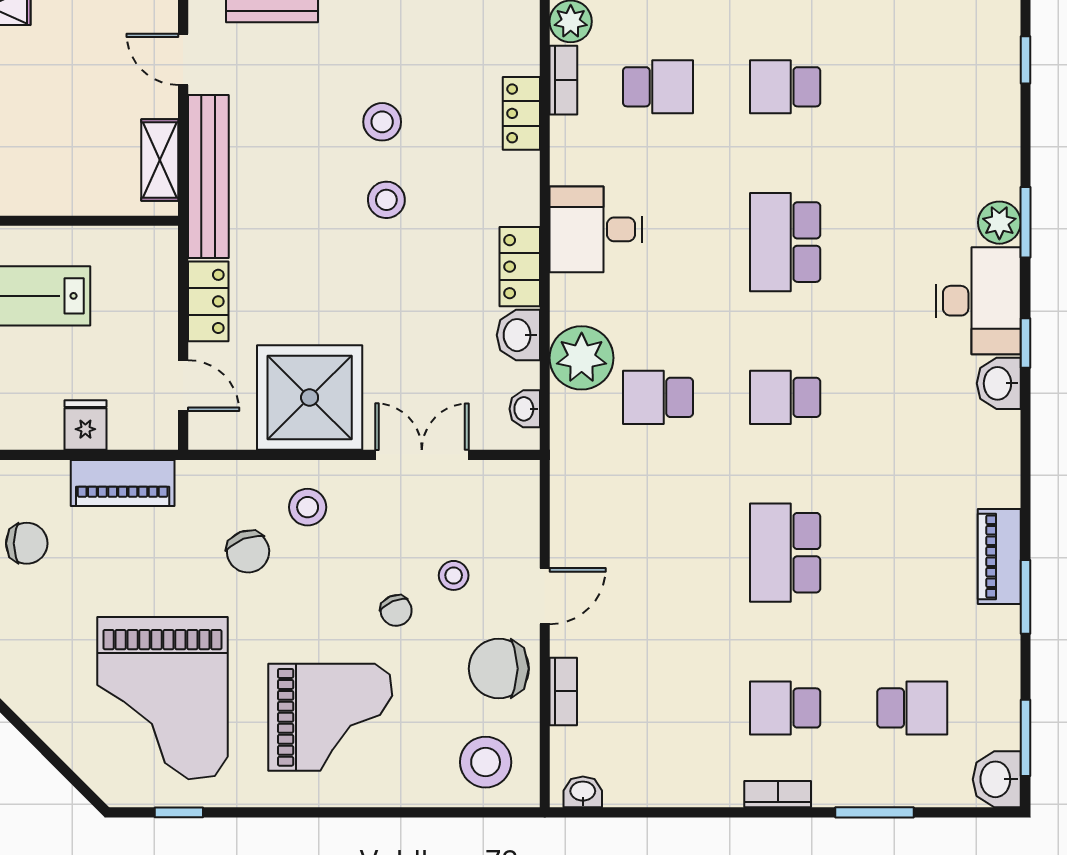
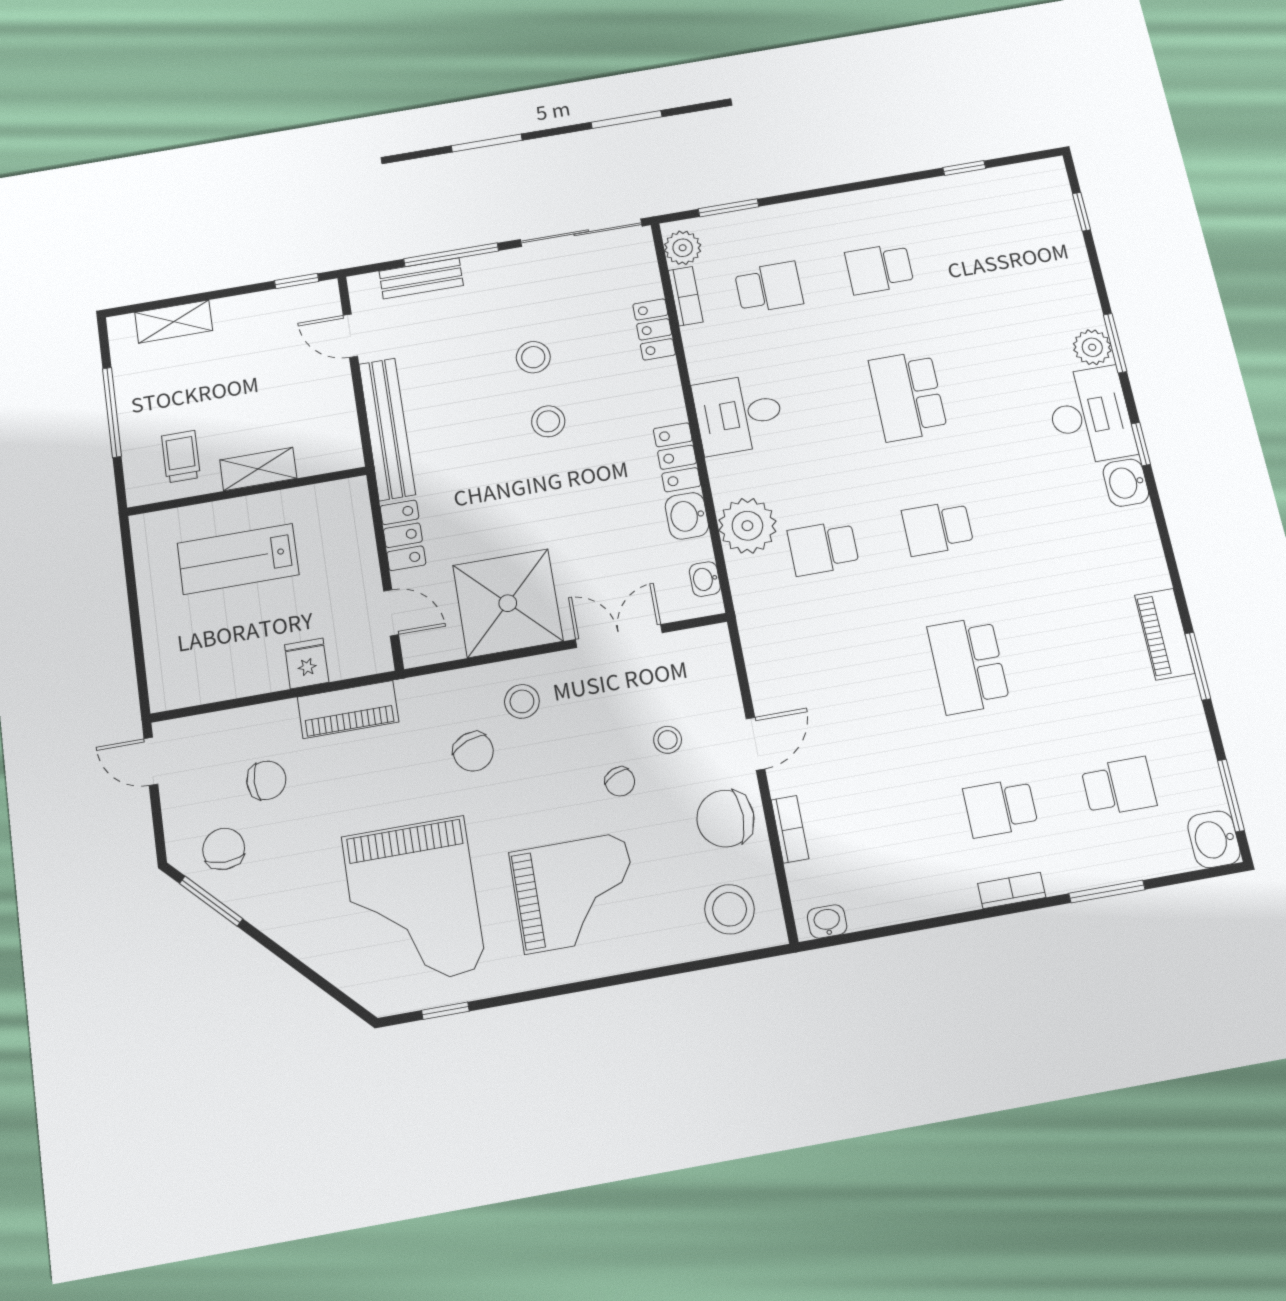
shelving: (160, 160) -> (258, 469), moved, turned 90

